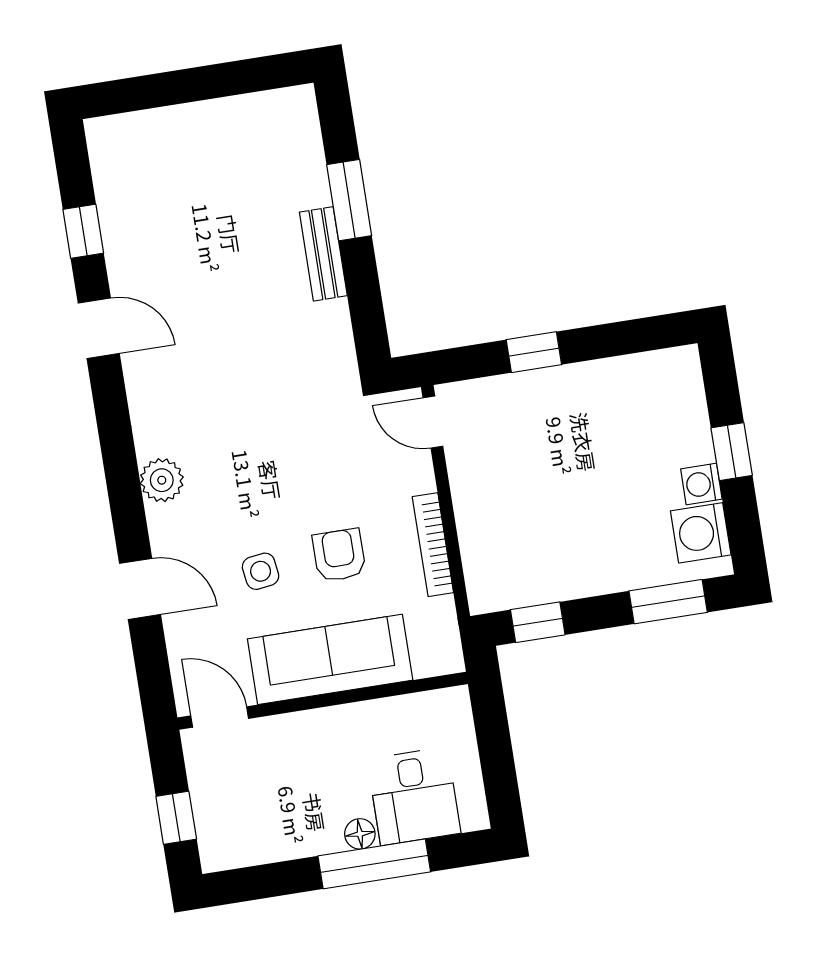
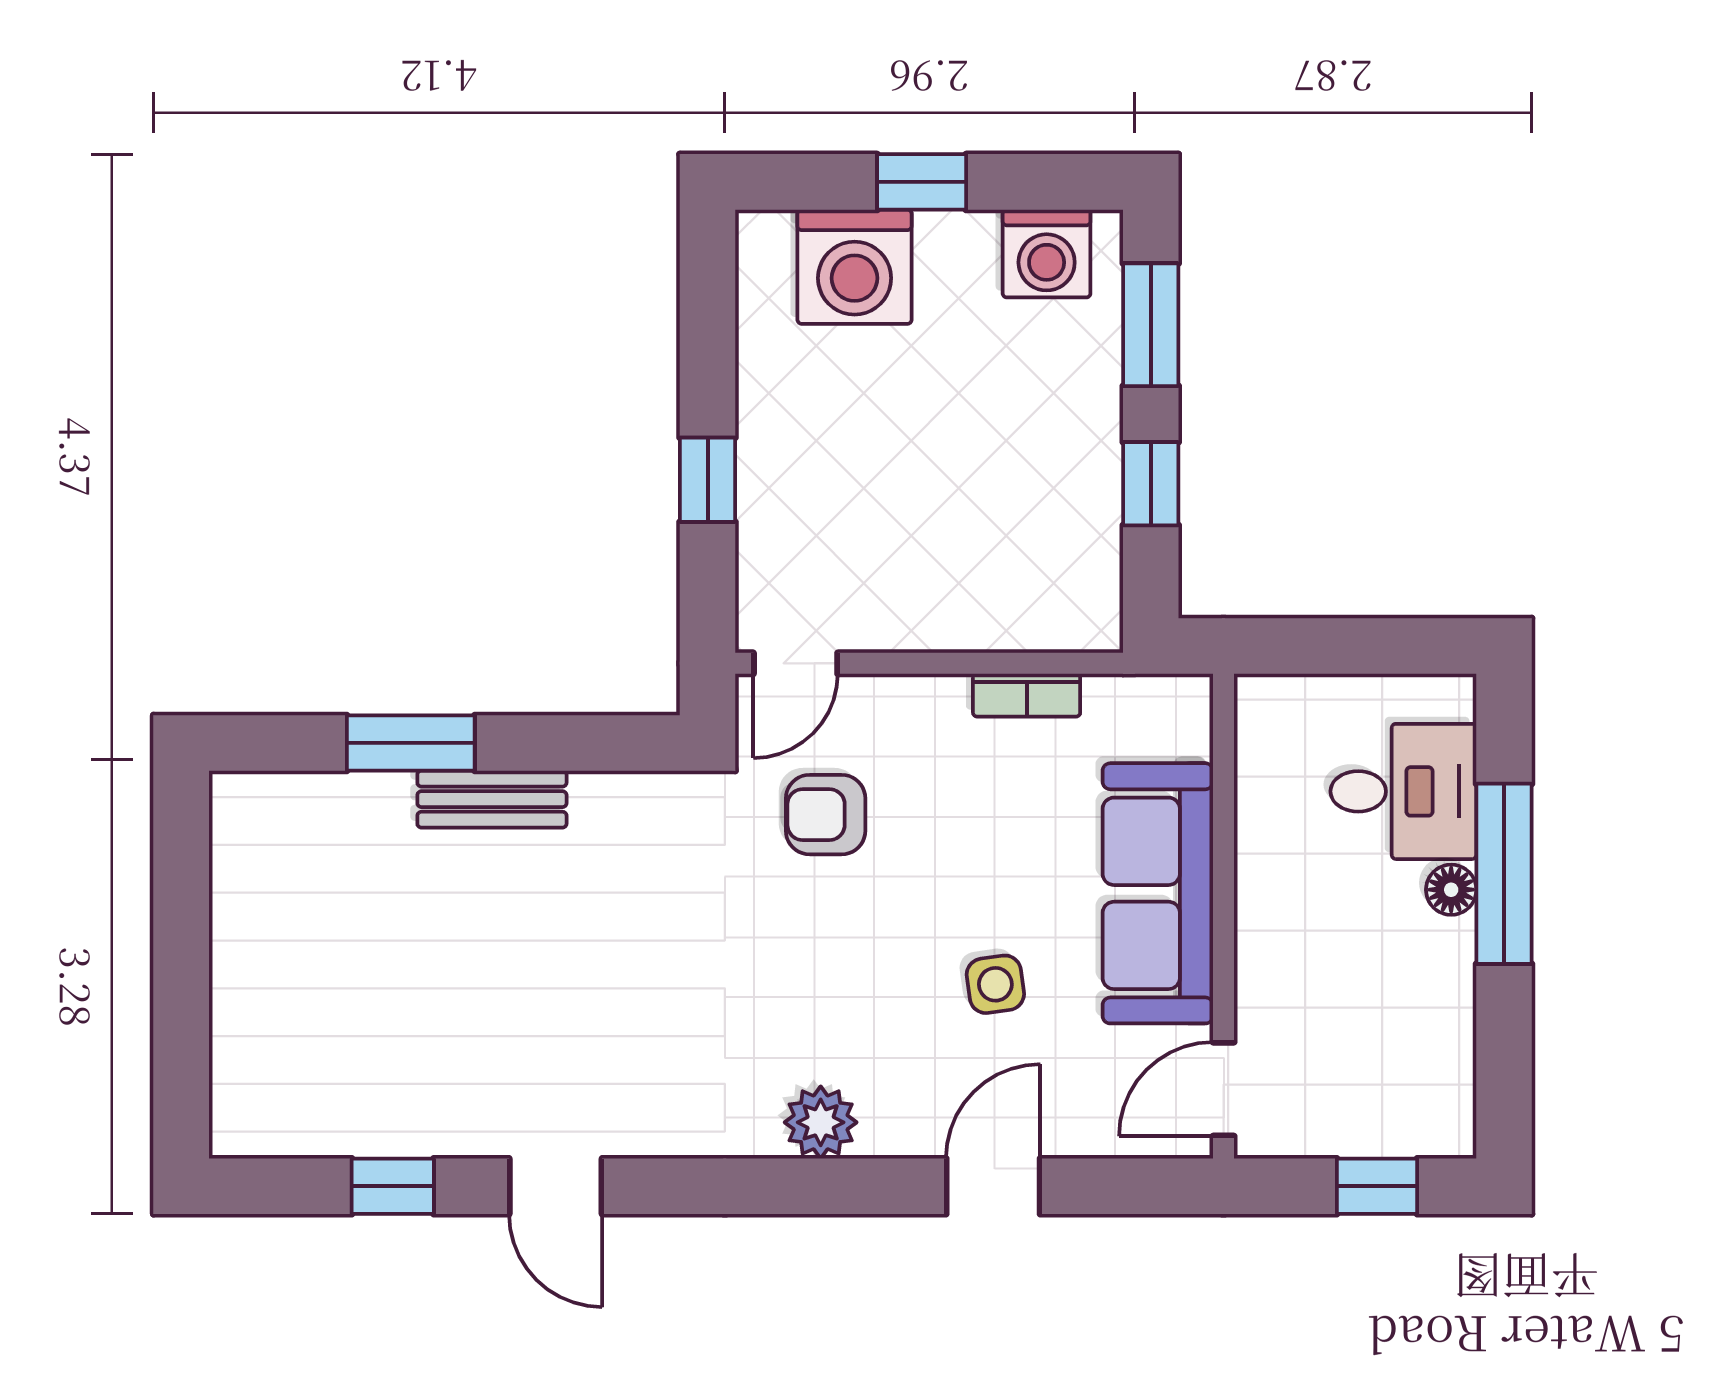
door: (99, 328) -> (556, 1186), swing flipped
washing machine: (701, 484) -> (855, 267), moved, width x1.89, depth x1.89
bookcase: (433, 545) -> (1027, 695), width x0.64
armchair: (339, 555) -> (826, 815), moved
window: (538, 622) -> (1151, 484), moved

